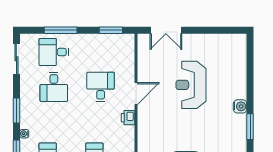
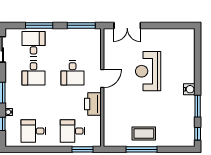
window: (111, 30) -> (81, 25), width x1.44
desk: (54, 52) -> (34, 44), turned 90
desk: (101, 87) -> (73, 73), turned 180
printer: (128, 118) -> (93, 104), width x1.87, depth x1.48

